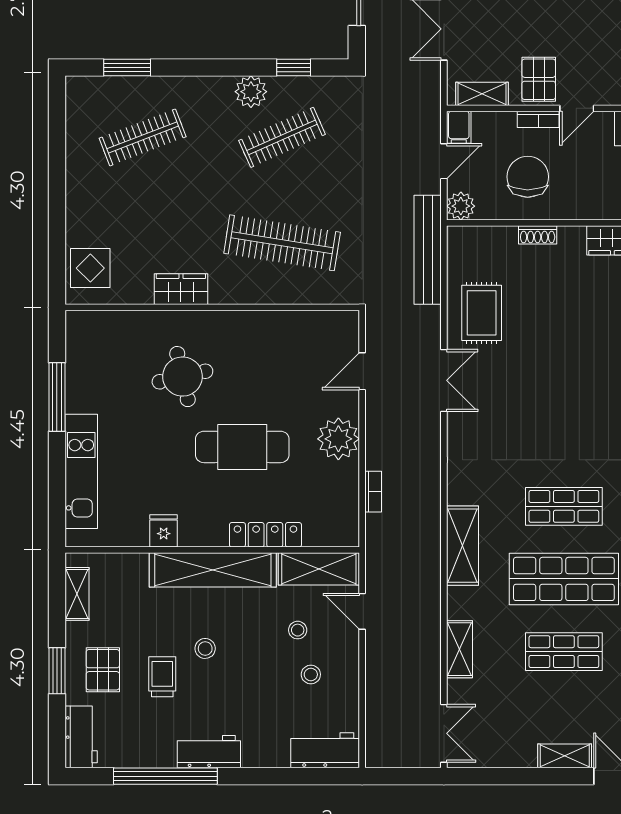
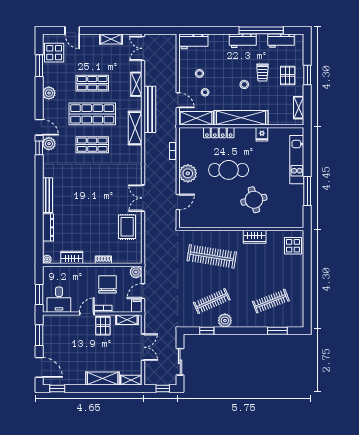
chair: (528, 177) -> (108, 284), turned 180
bench: (428, 250) -> (150, 109), moved
workbench: (81, 737) -> (281, 41), moved, turned -90
shelving: (565, 756) -> (111, 39), moved

